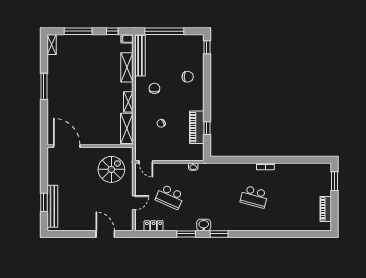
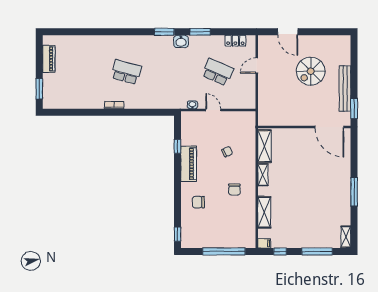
bench: (140, 56) -> (250, 225), removed
piano: (197, 127) -> (189, 164), moved
door: (146, 162) -> (213, 110), moved
spiral stairs: (111, 169) -> (311, 71), moved
window: (44, 202) -> (354, 108), moved
bench: (52, 206) -> (345, 88), moved

